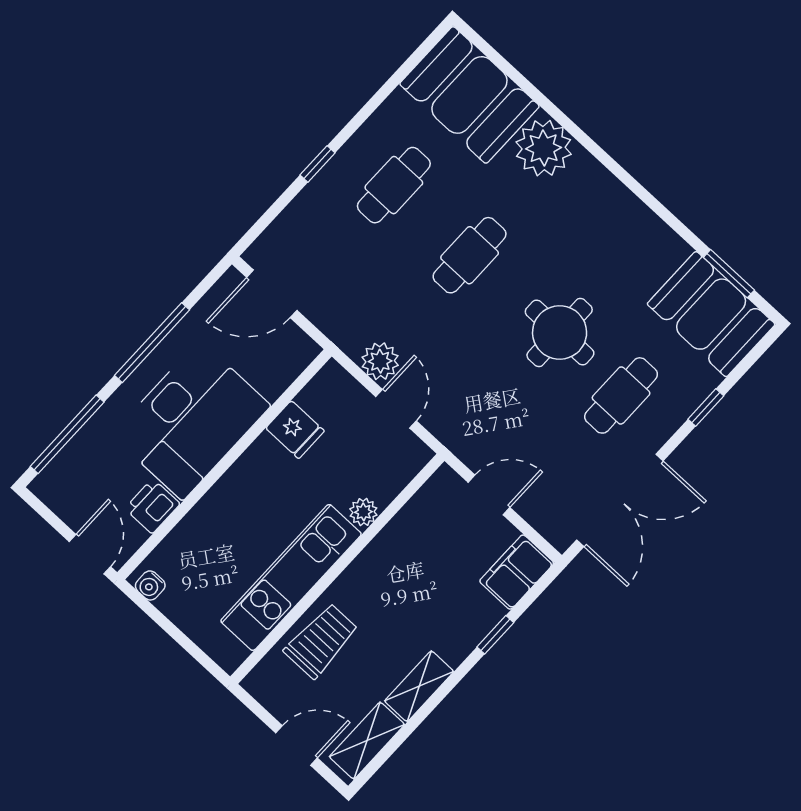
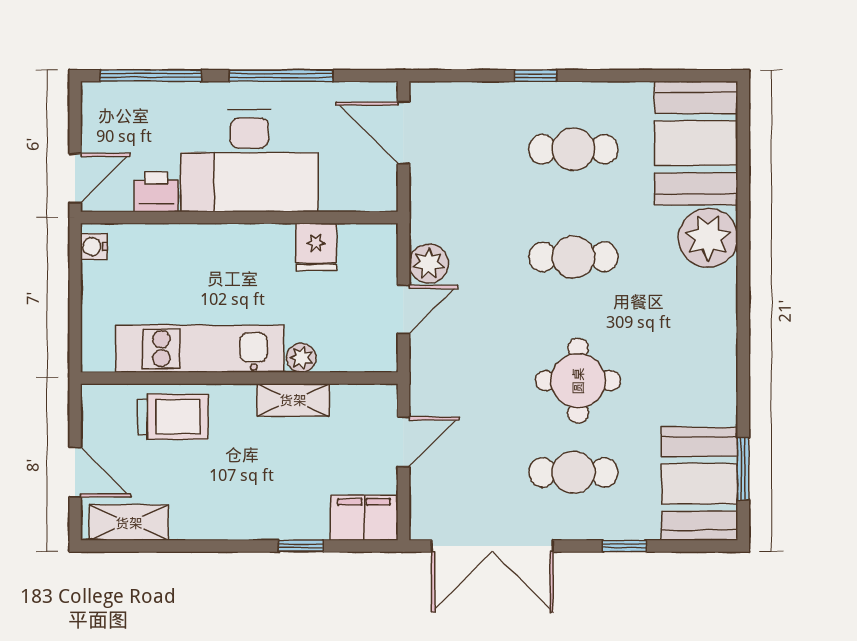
door: (489, 495) -> (404, 442), hinge flipped
shelving: (419, 686) -> (293, 400), moved

